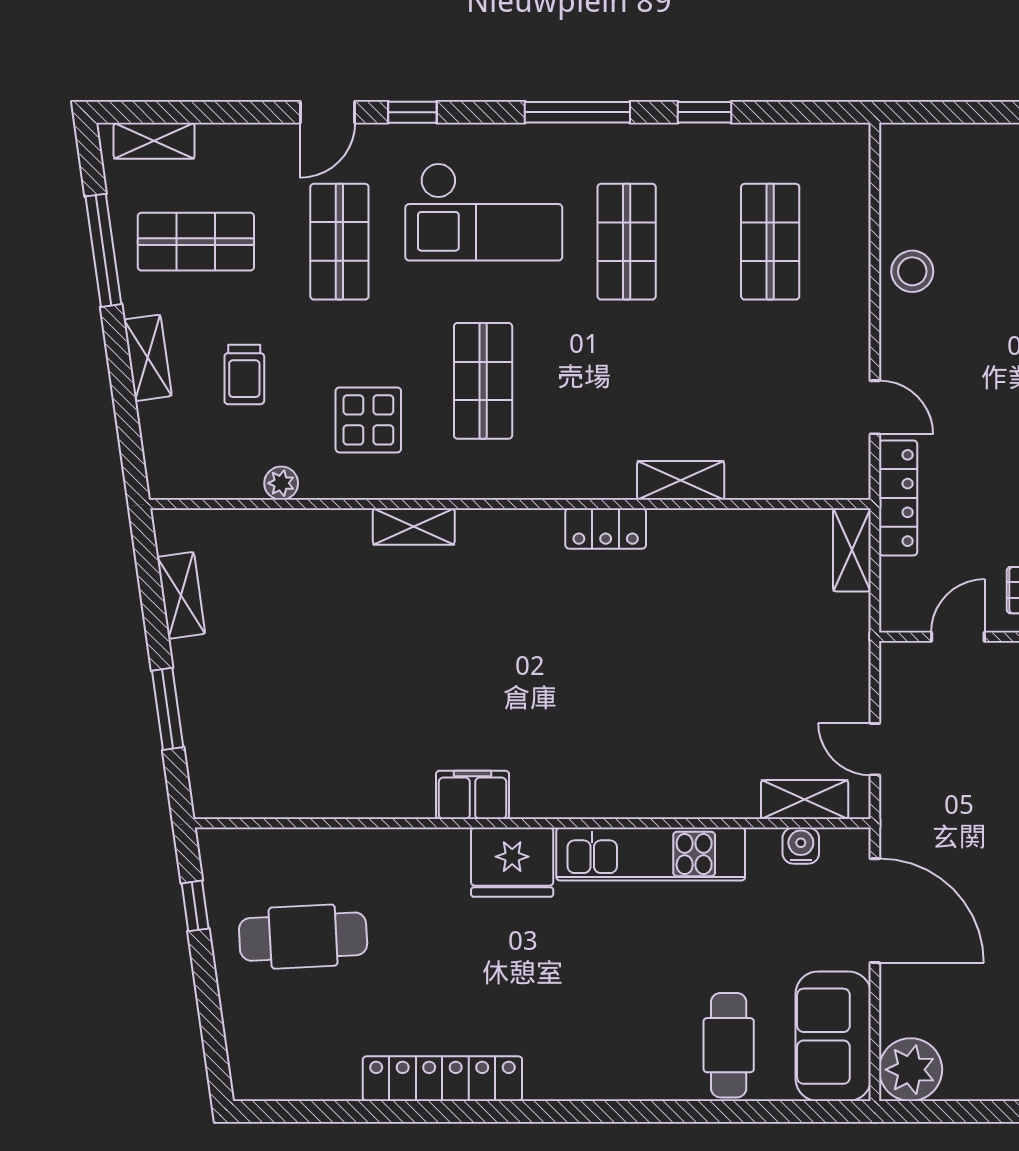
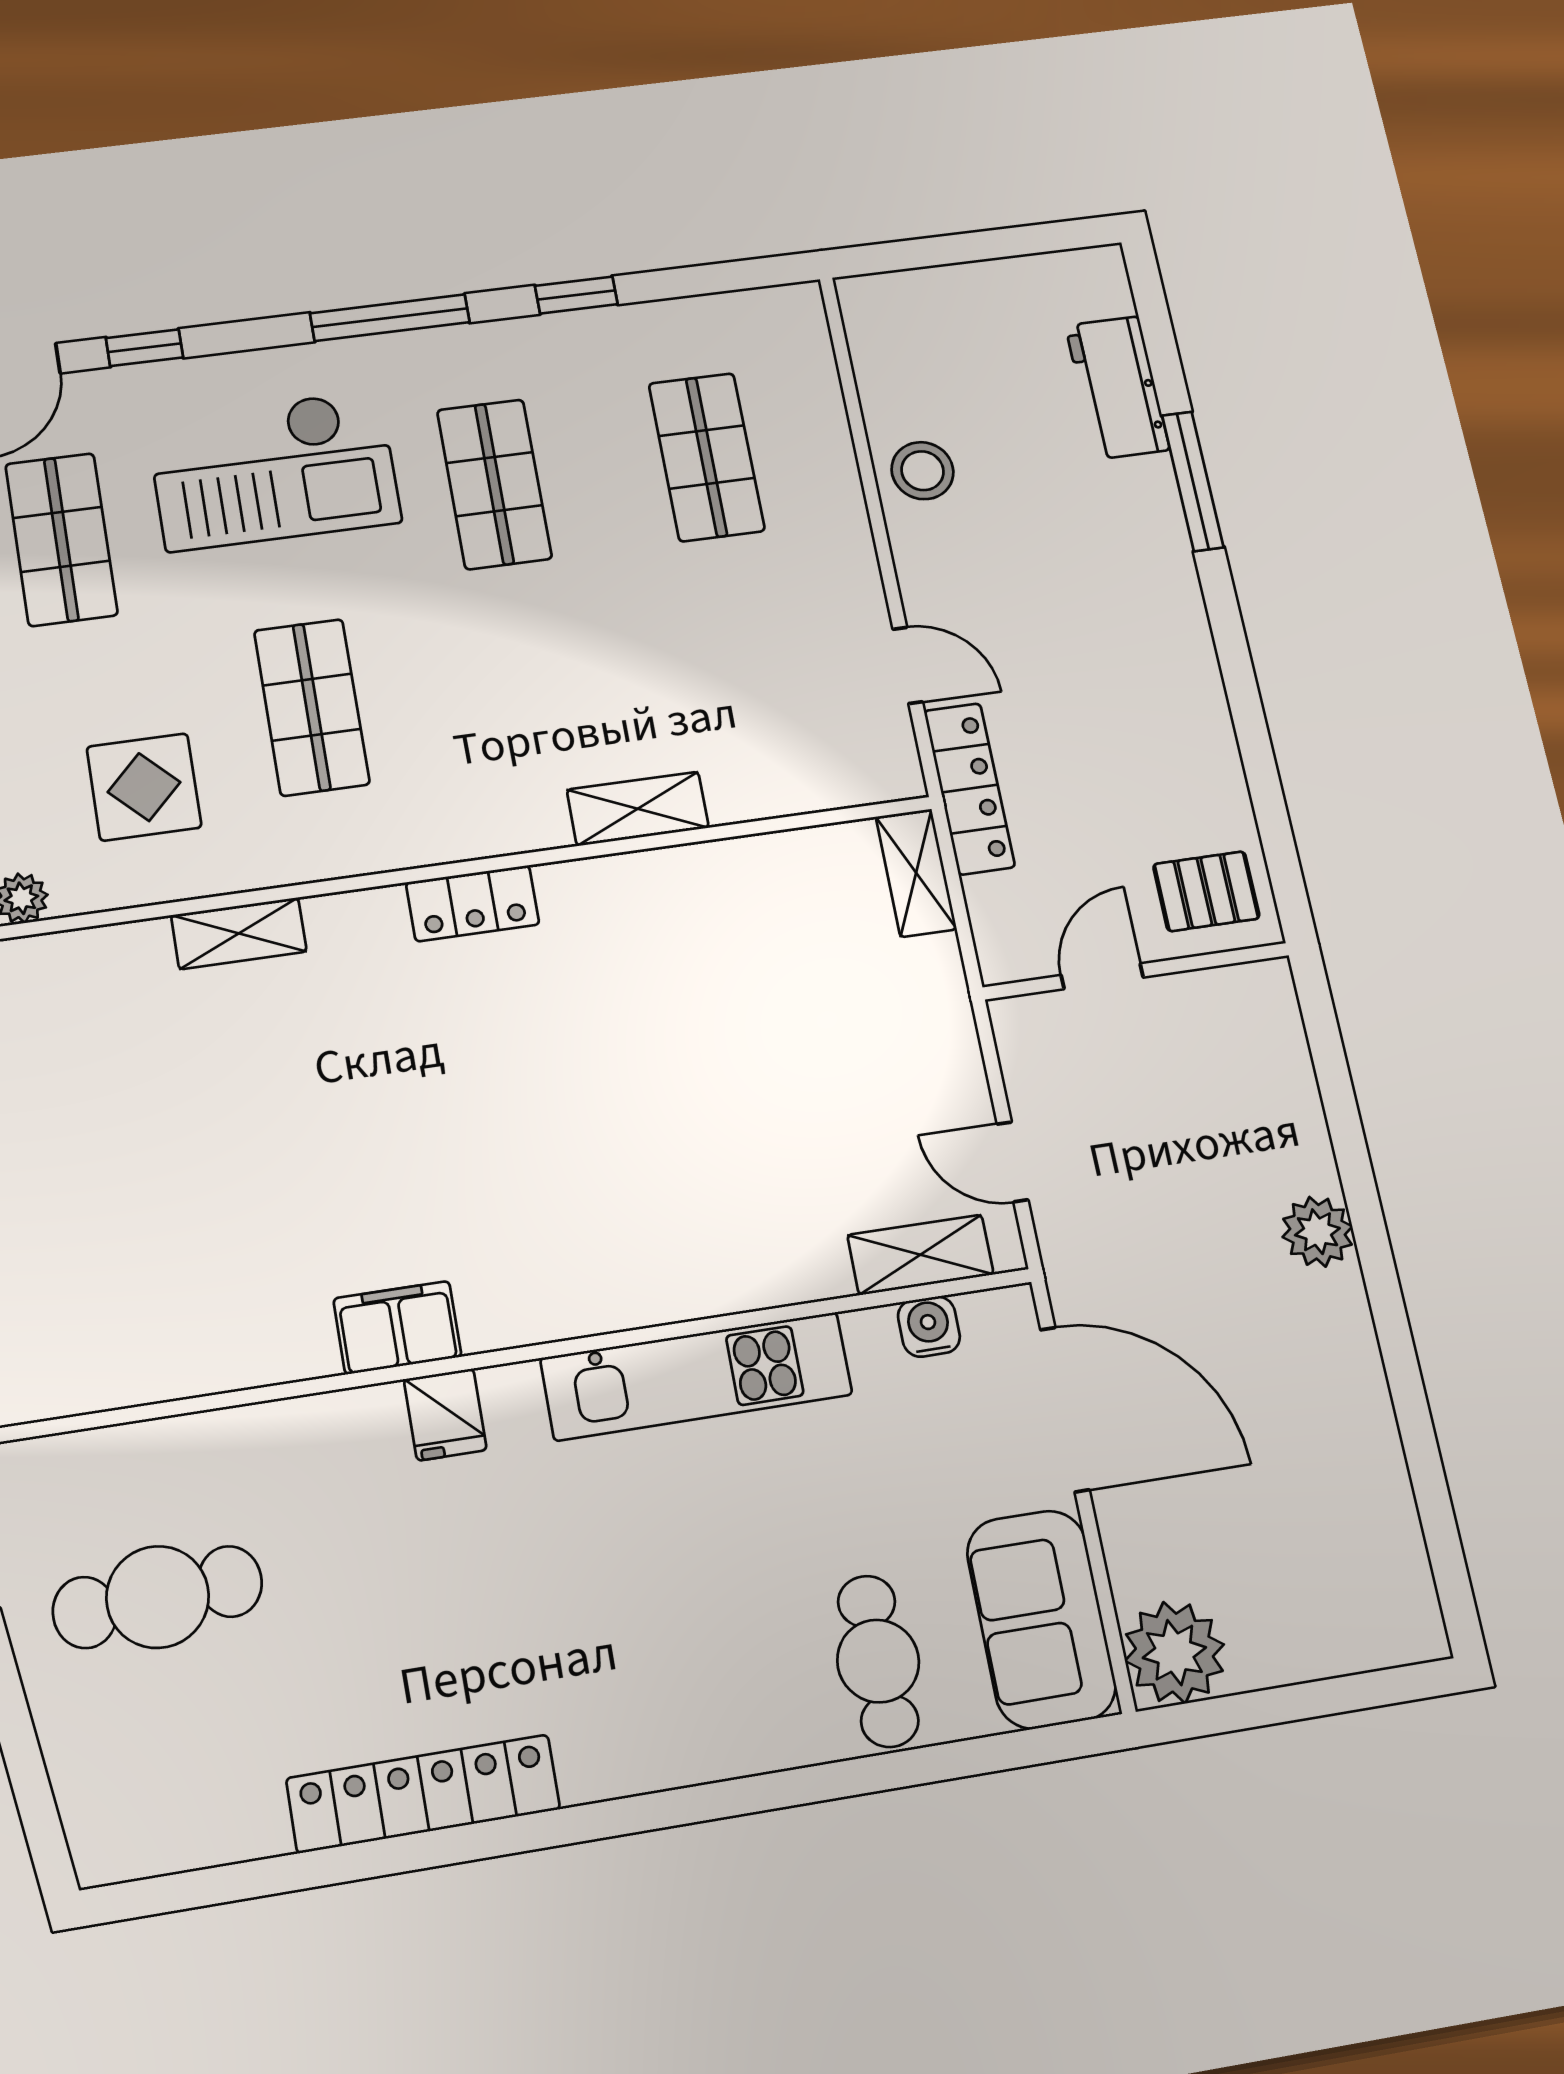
locker: (606, 528) -> (473, 903), moved
fridge: (512, 862) -> (445, 1414), width x0.53, depth x0.75

